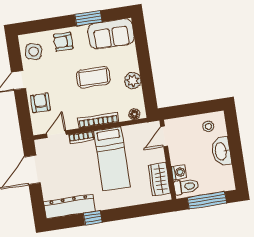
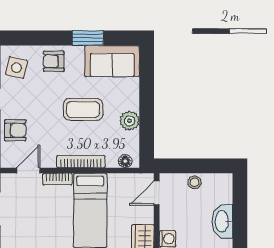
armchair: (40, 103) -> (15, 130), turned 90
stool: (208, 126) -> (195, 182), moved

